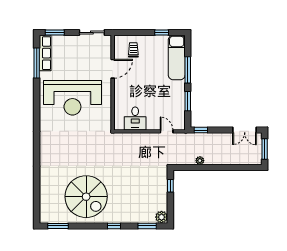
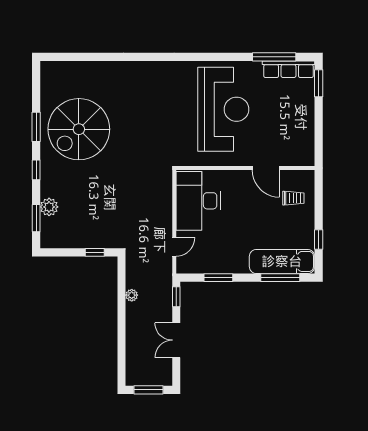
sliding door: (92, 33) -> (319, 138), removed
window: (188, 70) -> (280, 278), moved
reception desk: (72, 98) -> (223, 109), turned 180
desk: (135, 118) -> (198, 201), width x1.87, depth x1.30
double door: (245, 130) -> (176, 340), moved
plant: (162, 217) -> (49, 207), moved
window: (58, 226) -> (36, 127), moved

